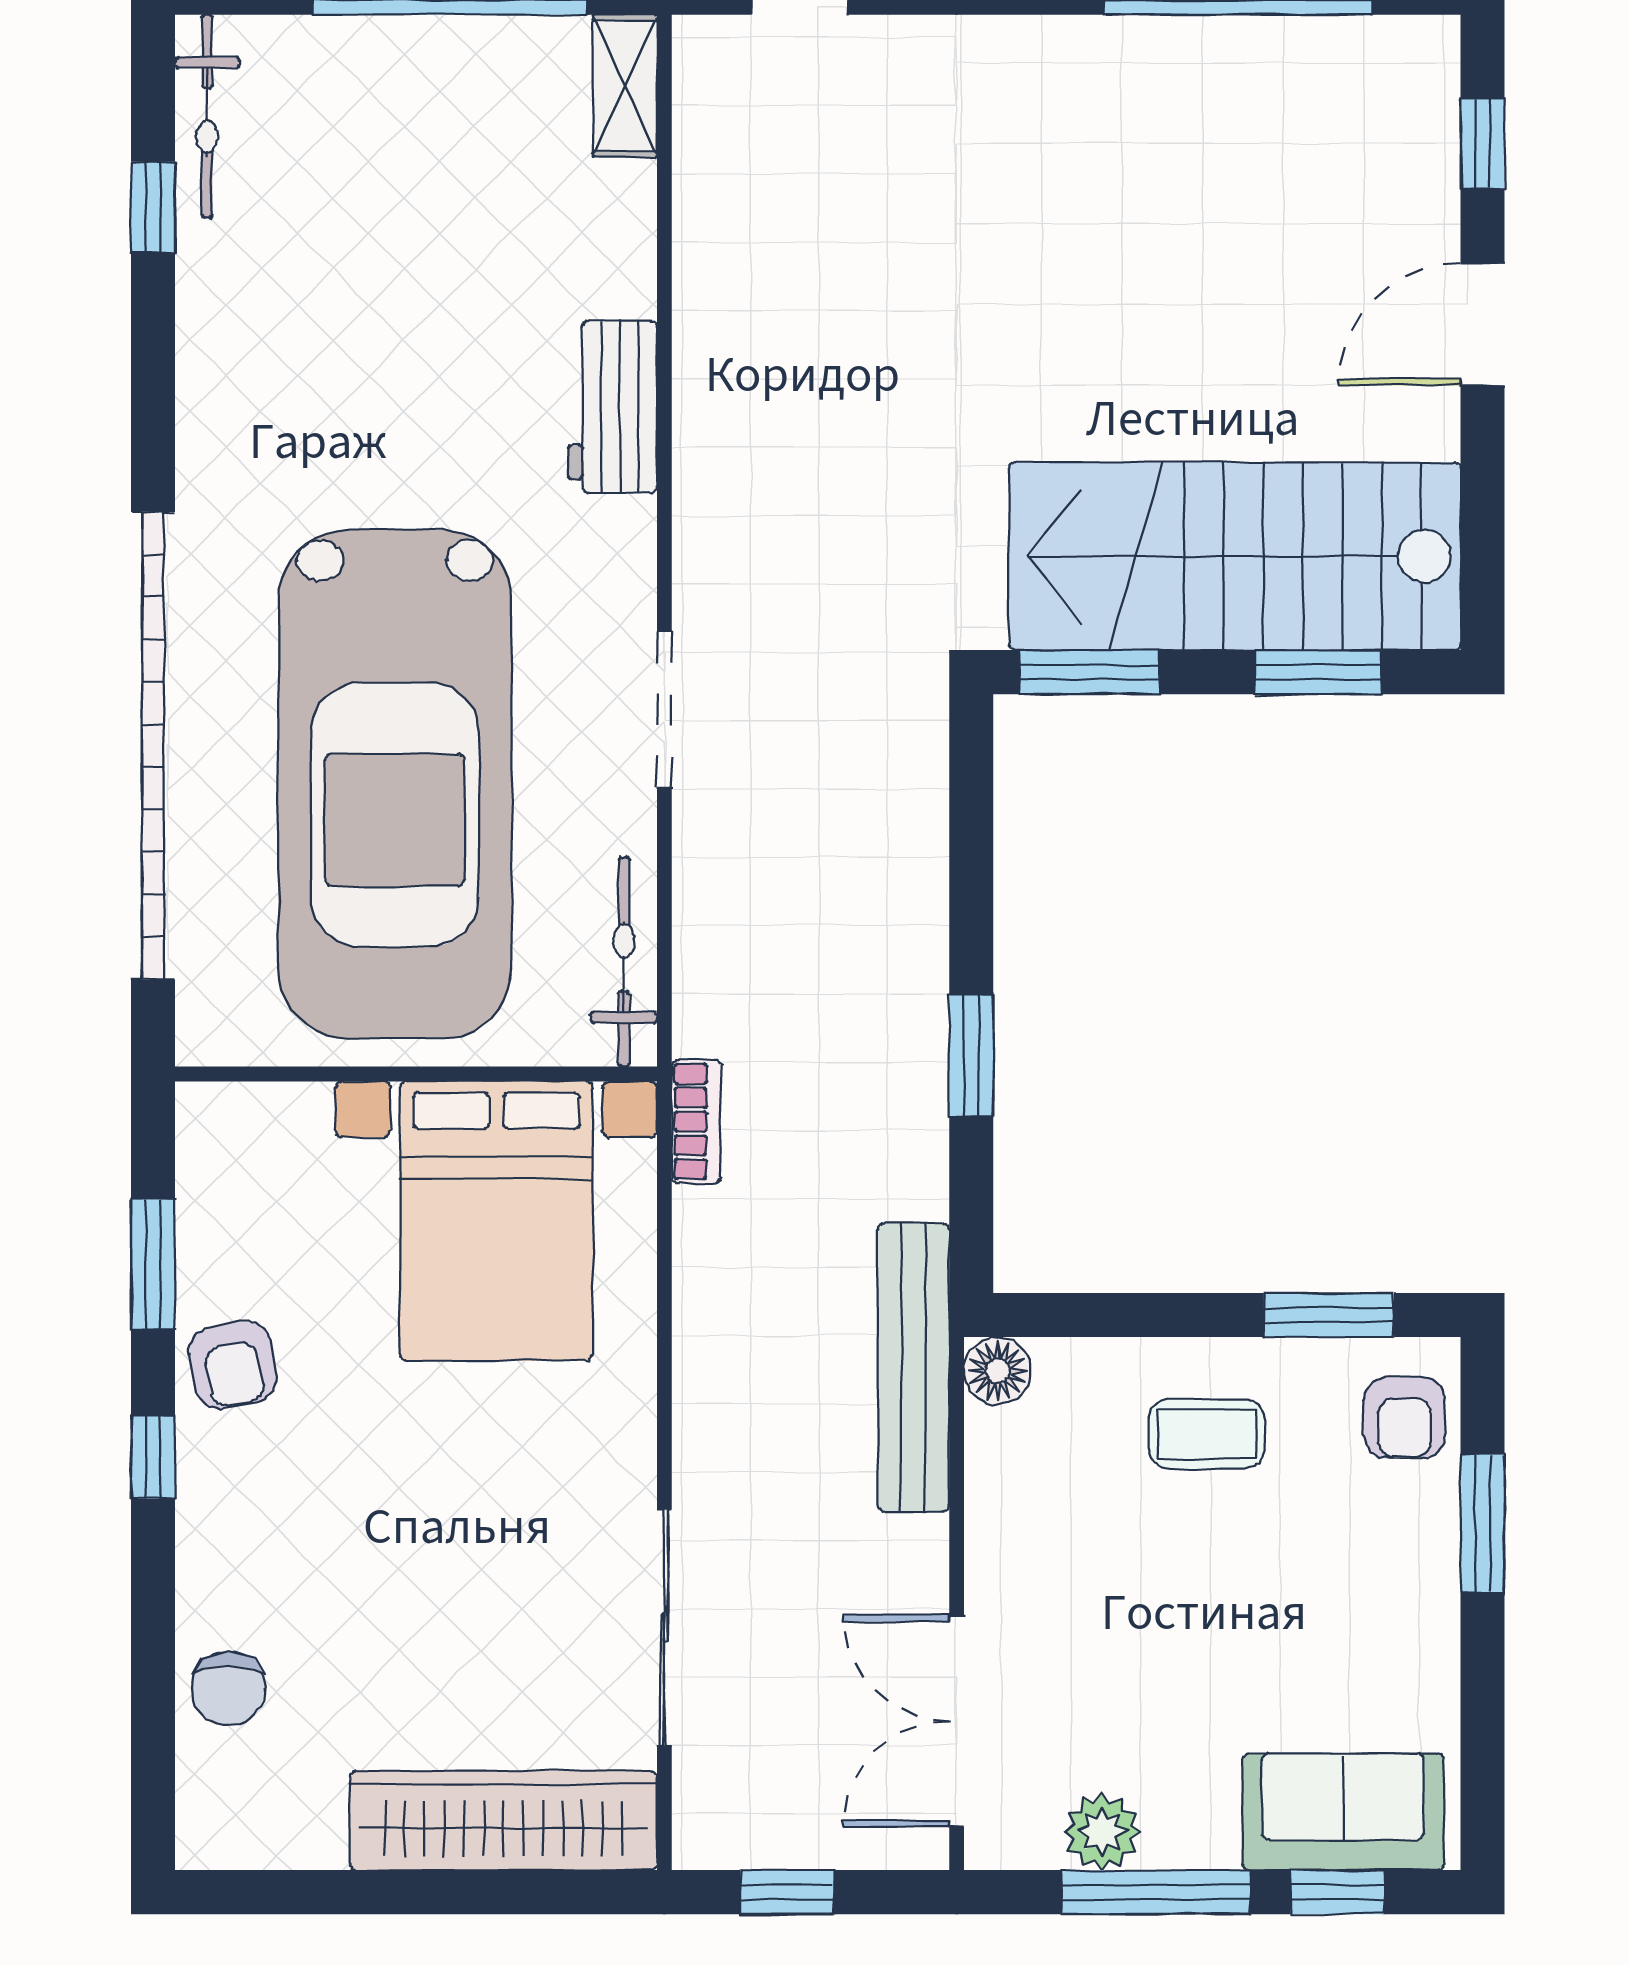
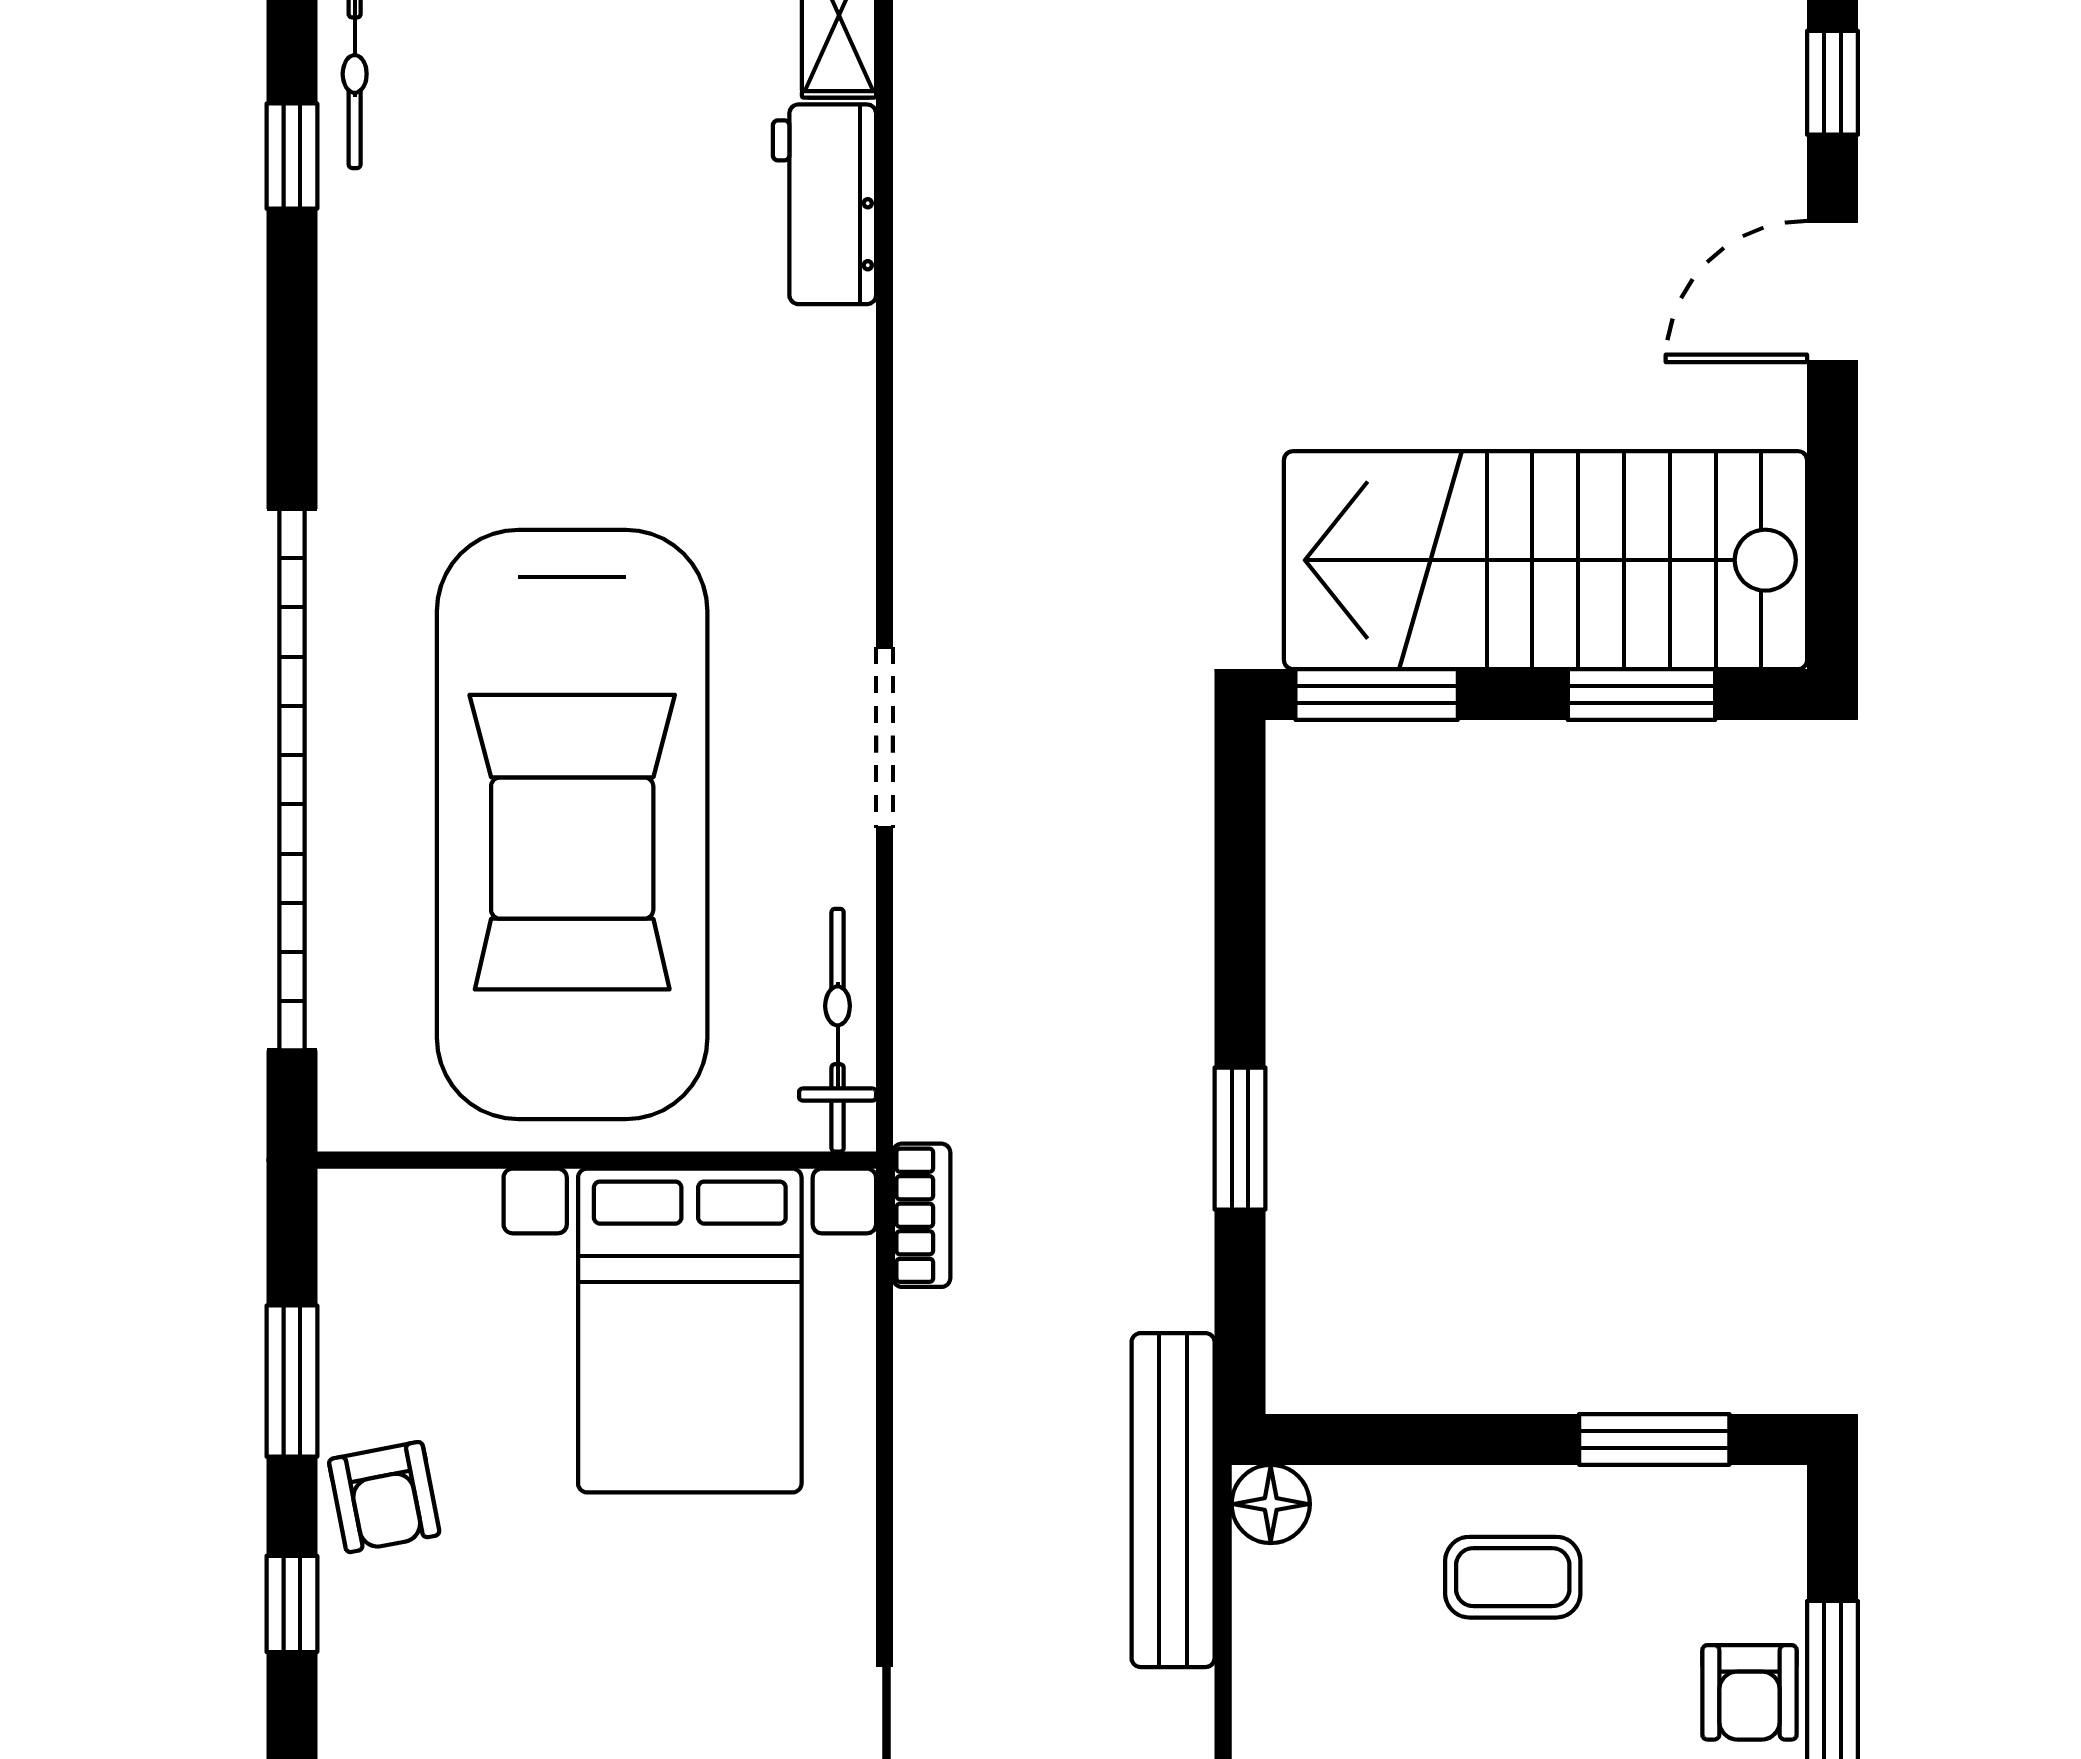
workbench: (613, 407) -> (824, 204), moved
armchair: (1404, 1418) -> (1750, 1692), moved

